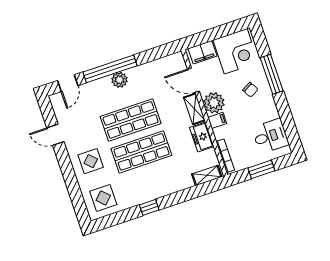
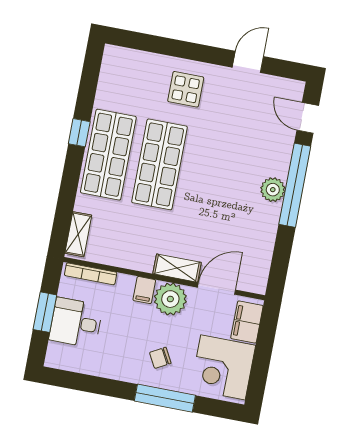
shop shelf: (131, 120) -> (108, 155), moved
desk: (270, 136) -> (76, 323), moved, turned 90
freezer: (202, 137) -> (134, 257), removed
display table: (103, 198) -> (127, 78), removed

